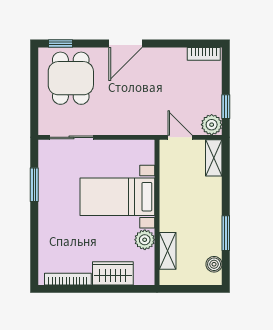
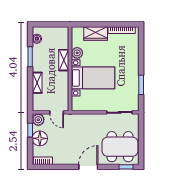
dining table: (71, 78) -> (120, 147), width x1.38
floor lamp: (209, 92) -> (40, 138), added
shelving: (214, 158) -> (37, 83), moved
shelving: (168, 251) -> (64, 60), moved

